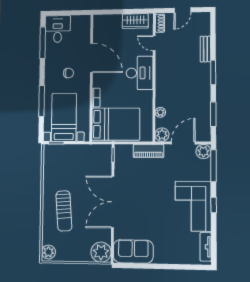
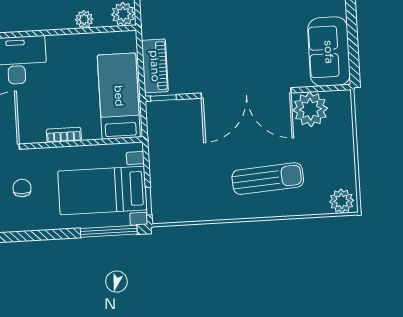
window: (42, 101) -> (109, 231), moved
bed: (116, 124) -> (119, 96), width x0.67
piano: (148, 151) -> (155, 66), moved
plant: (101, 252) -> (310, 109), moved

